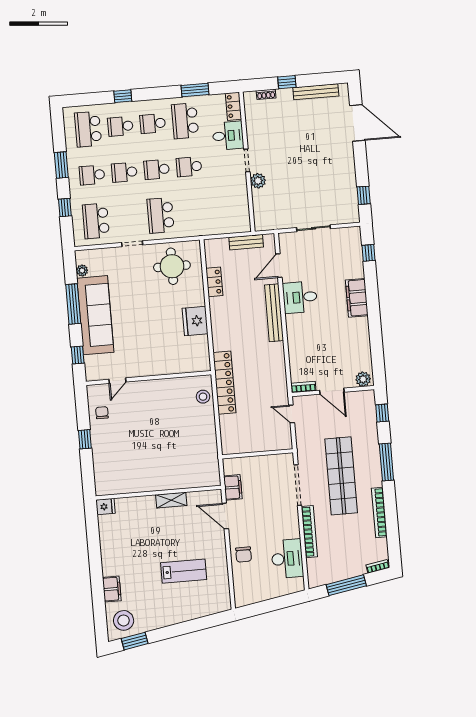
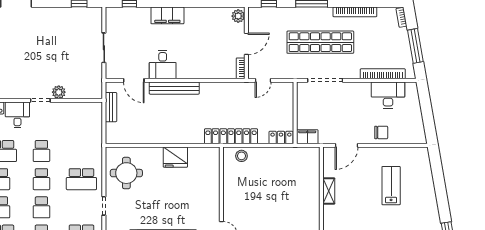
locker: (214, 282) -> (281, 138), moved
filing cabinet: (233, 487) -> (307, 137), moved
bookcase: (309, 532) -> (383, 74), moved

